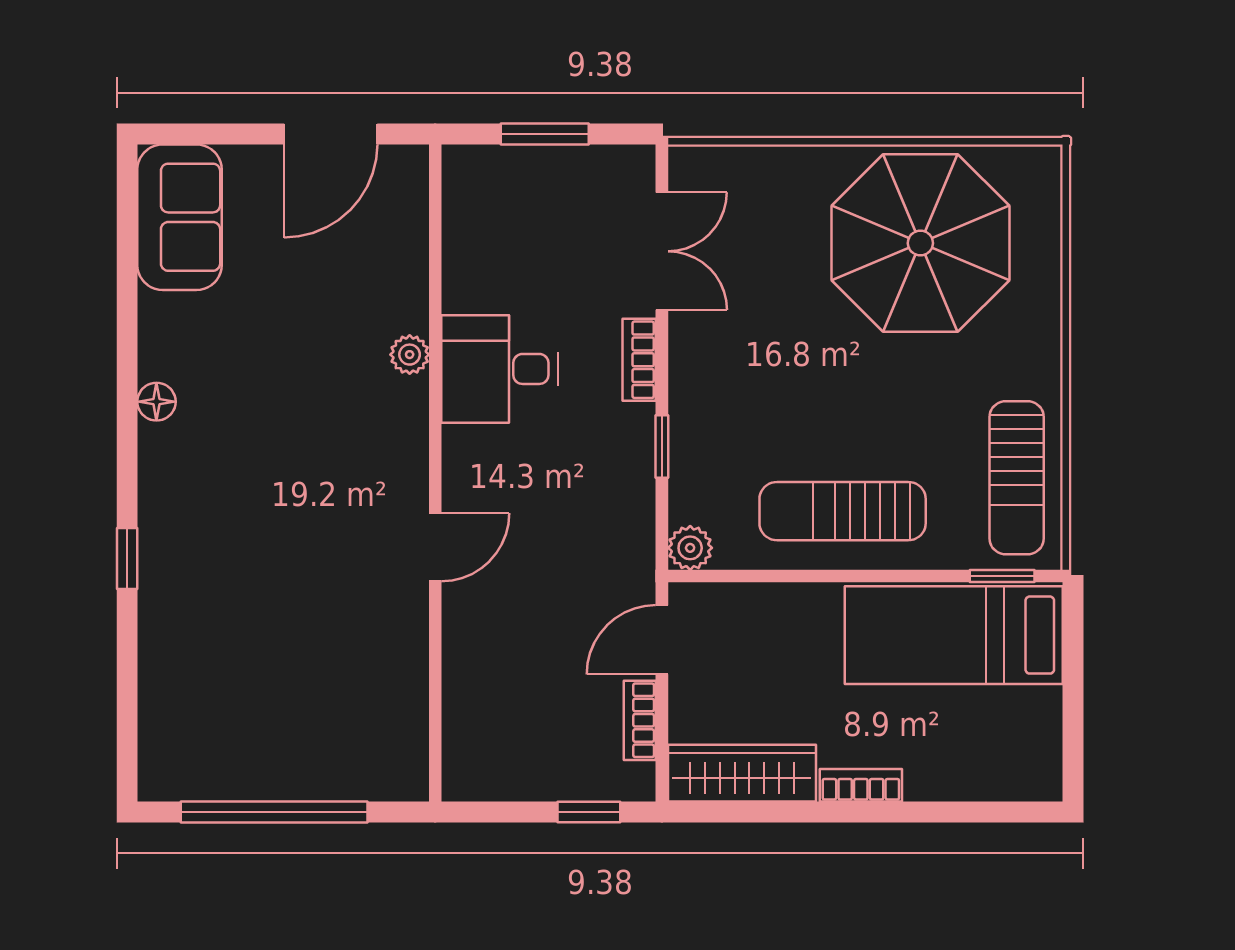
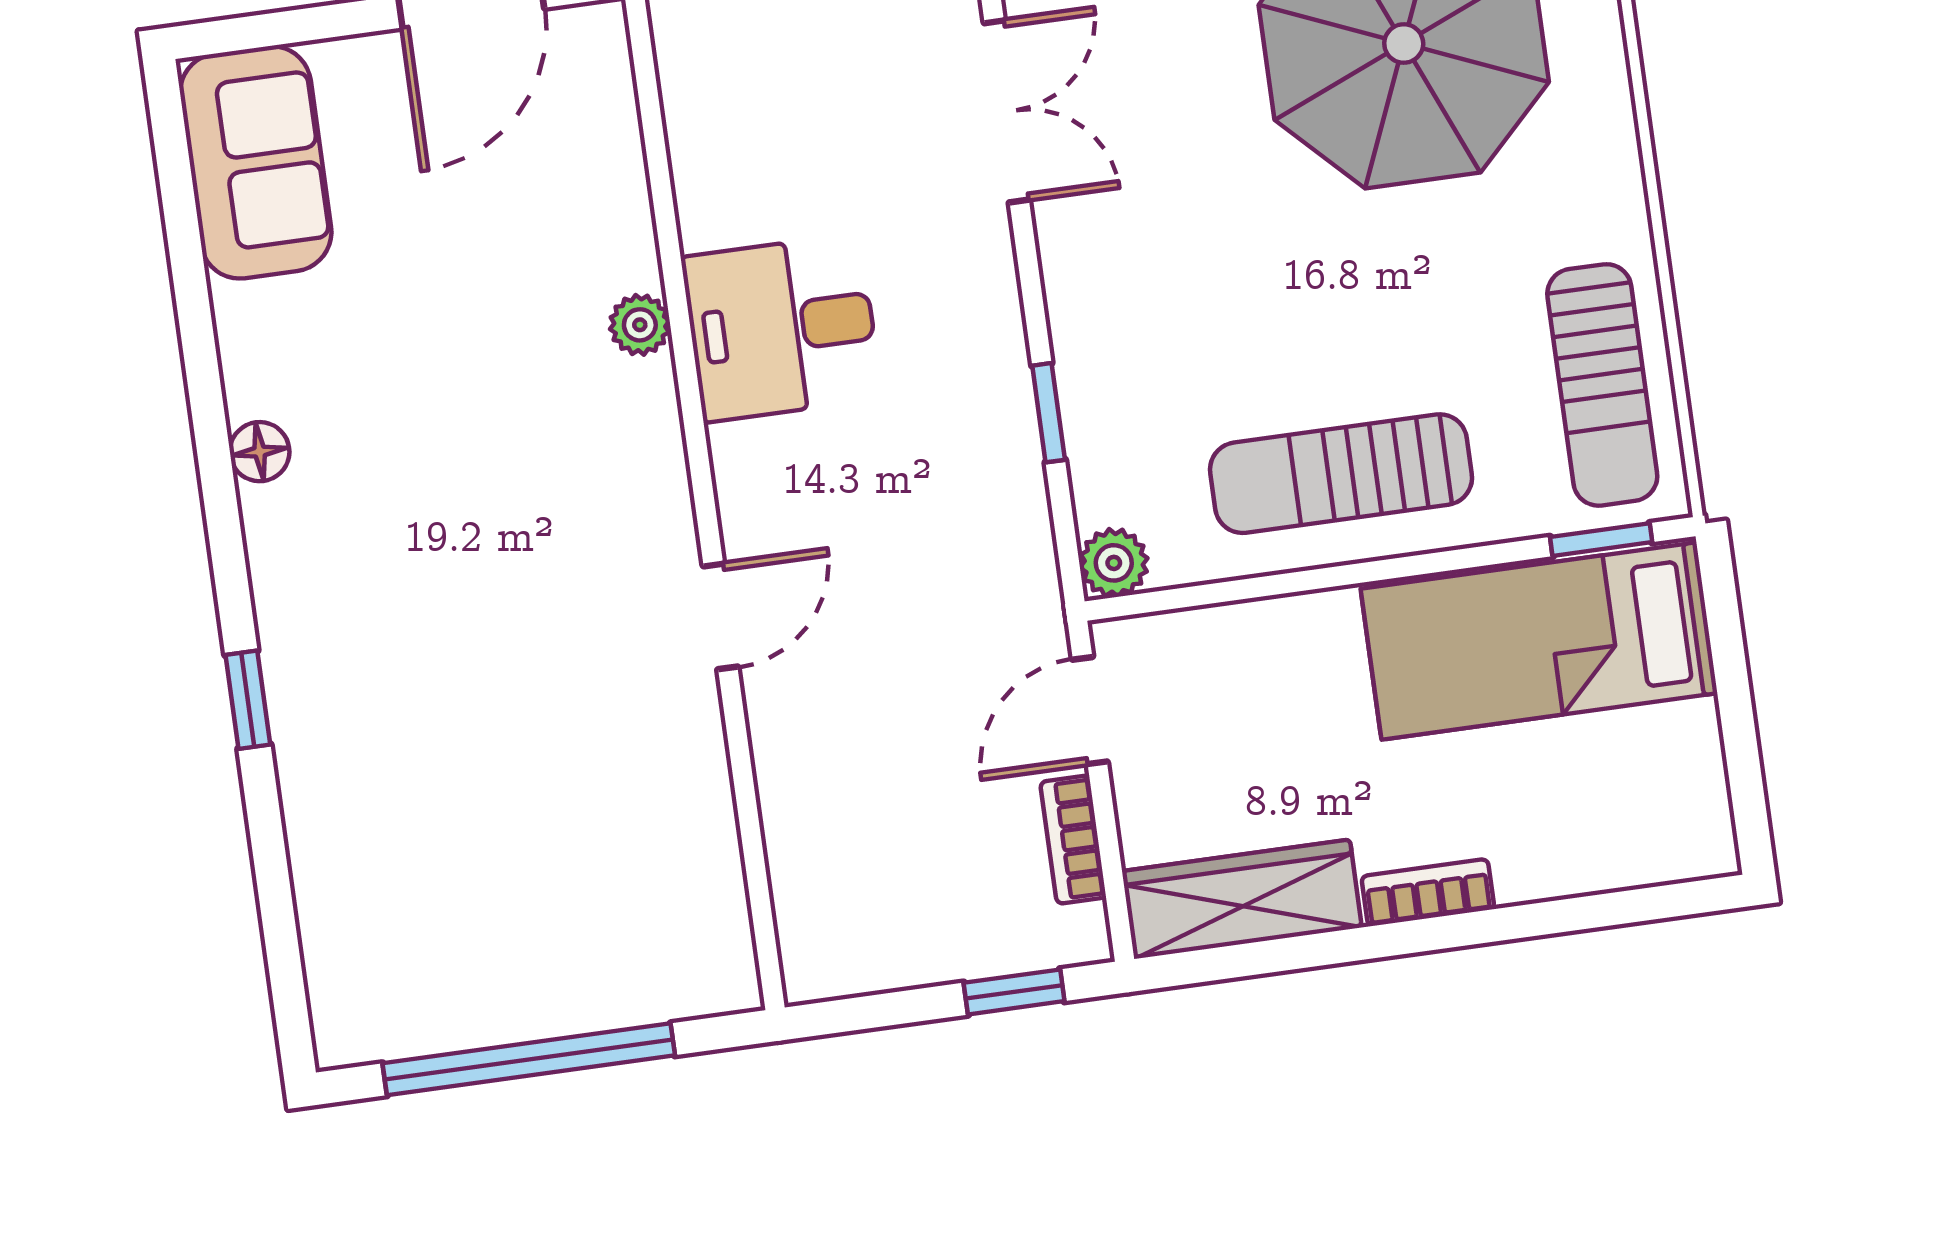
bookcase: (639, 360) -> (995, 284), removed

